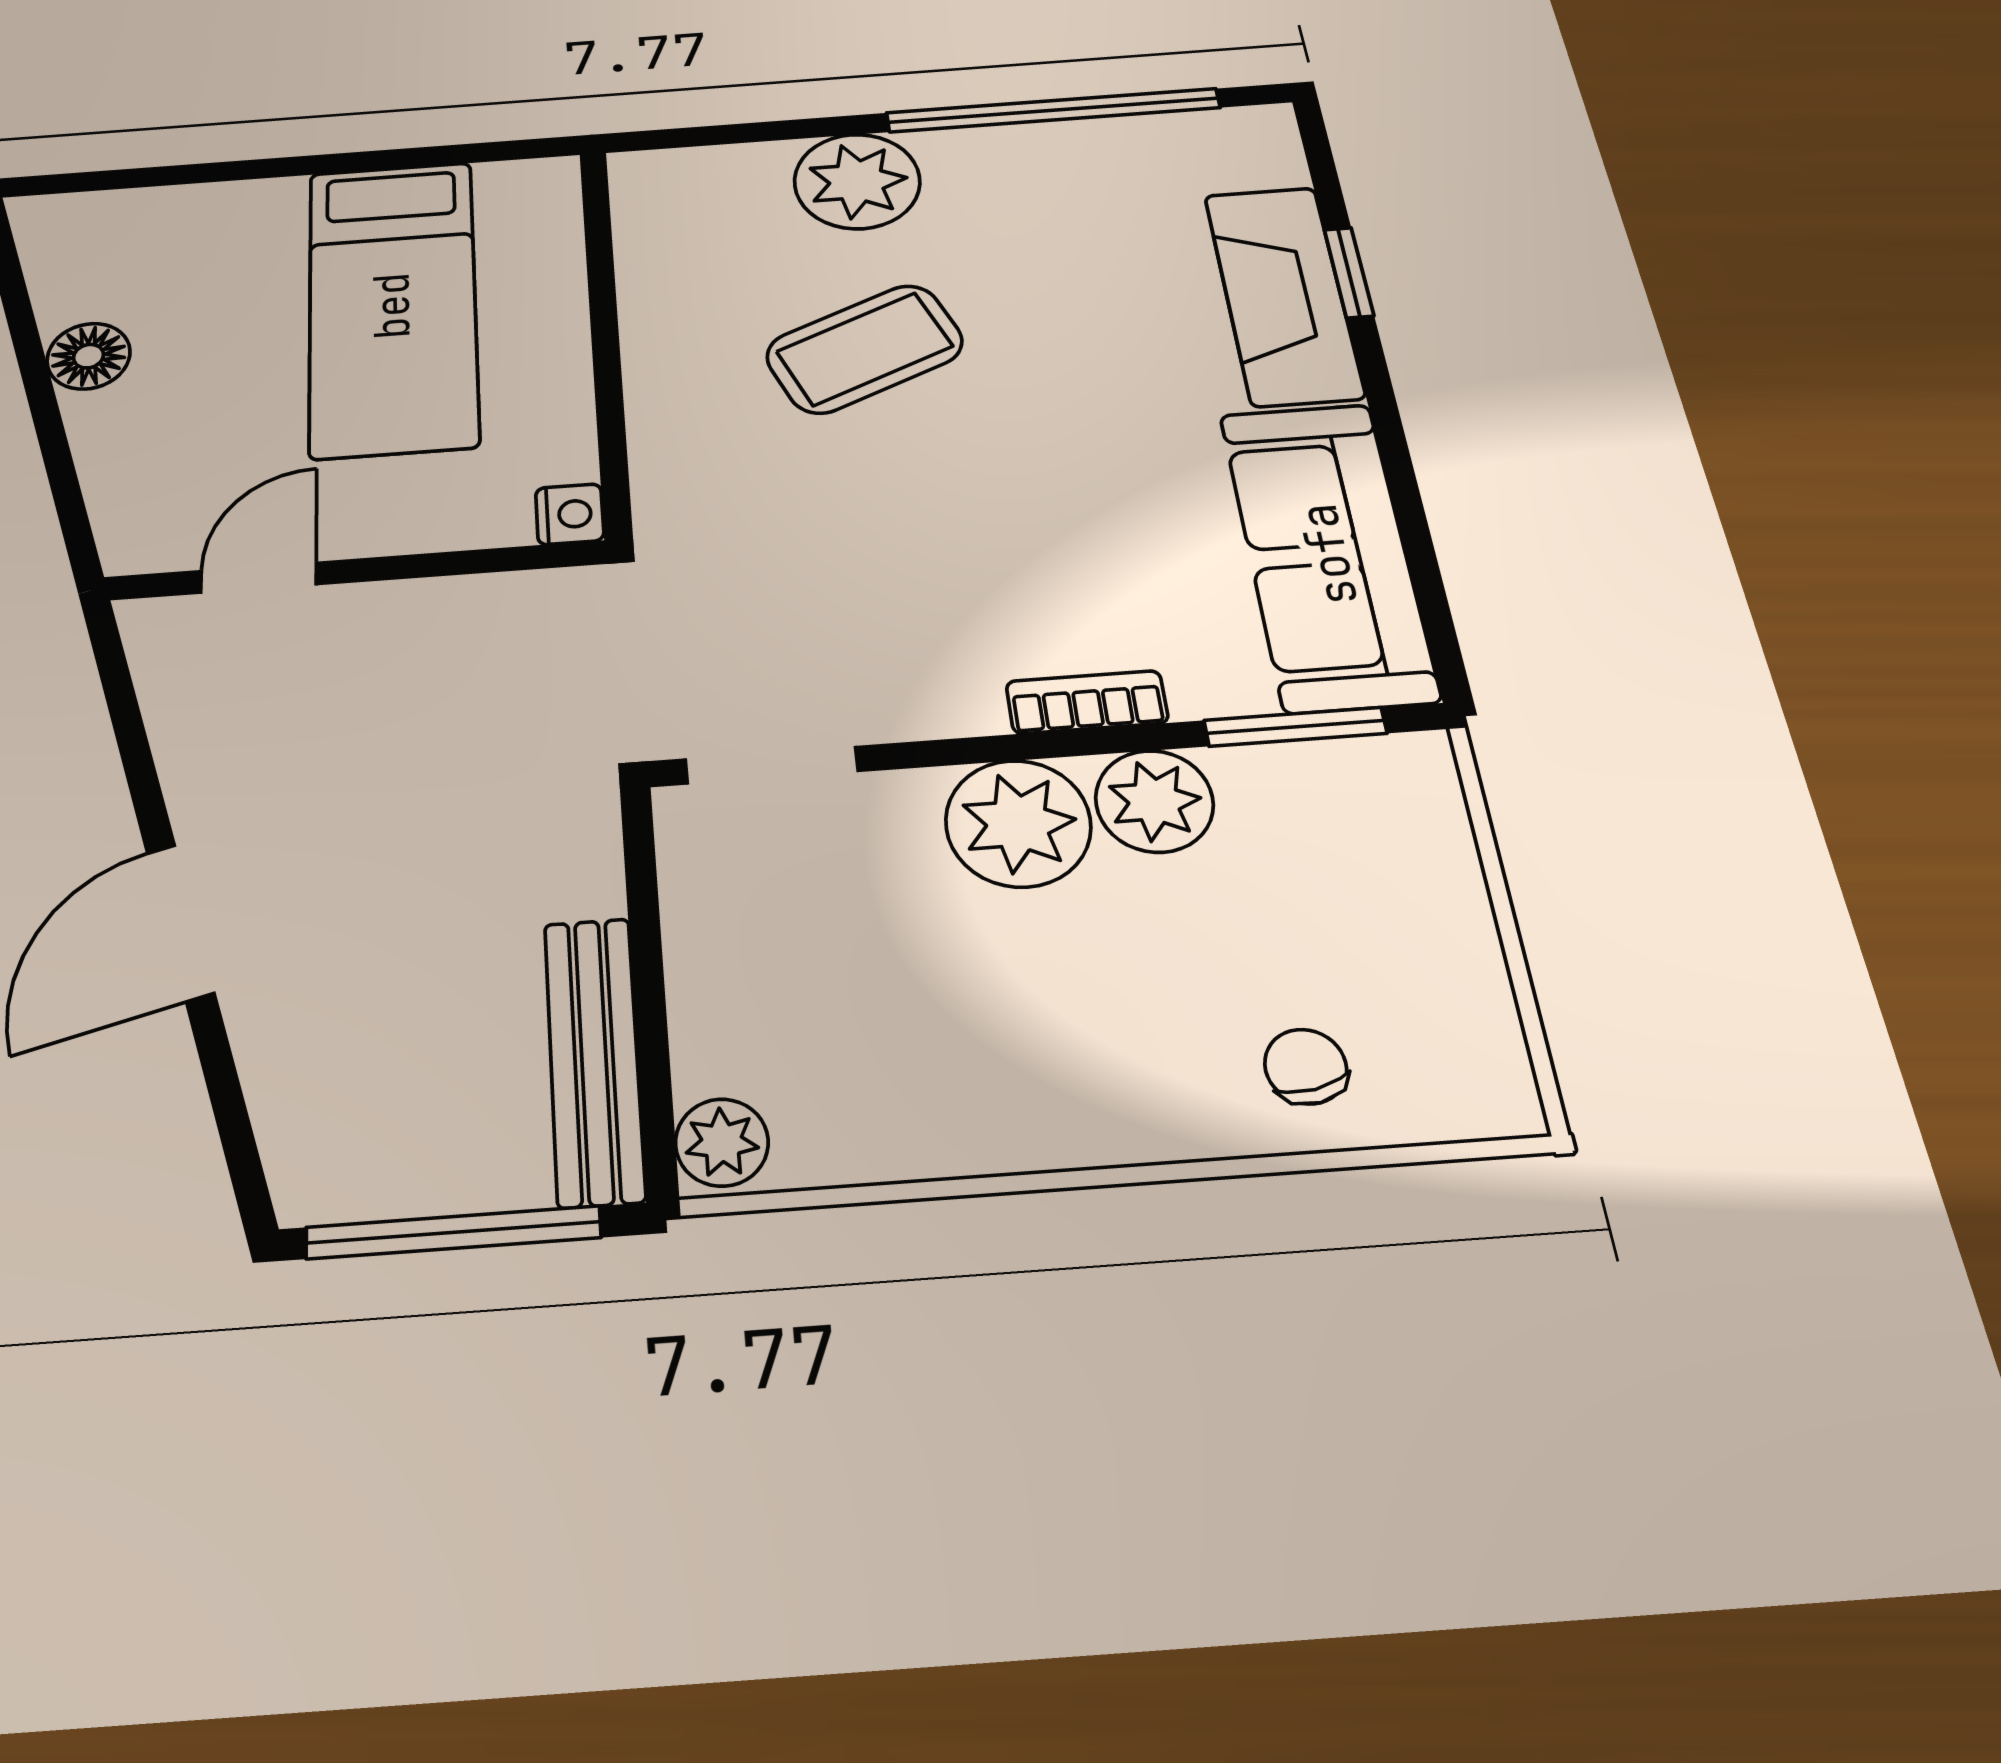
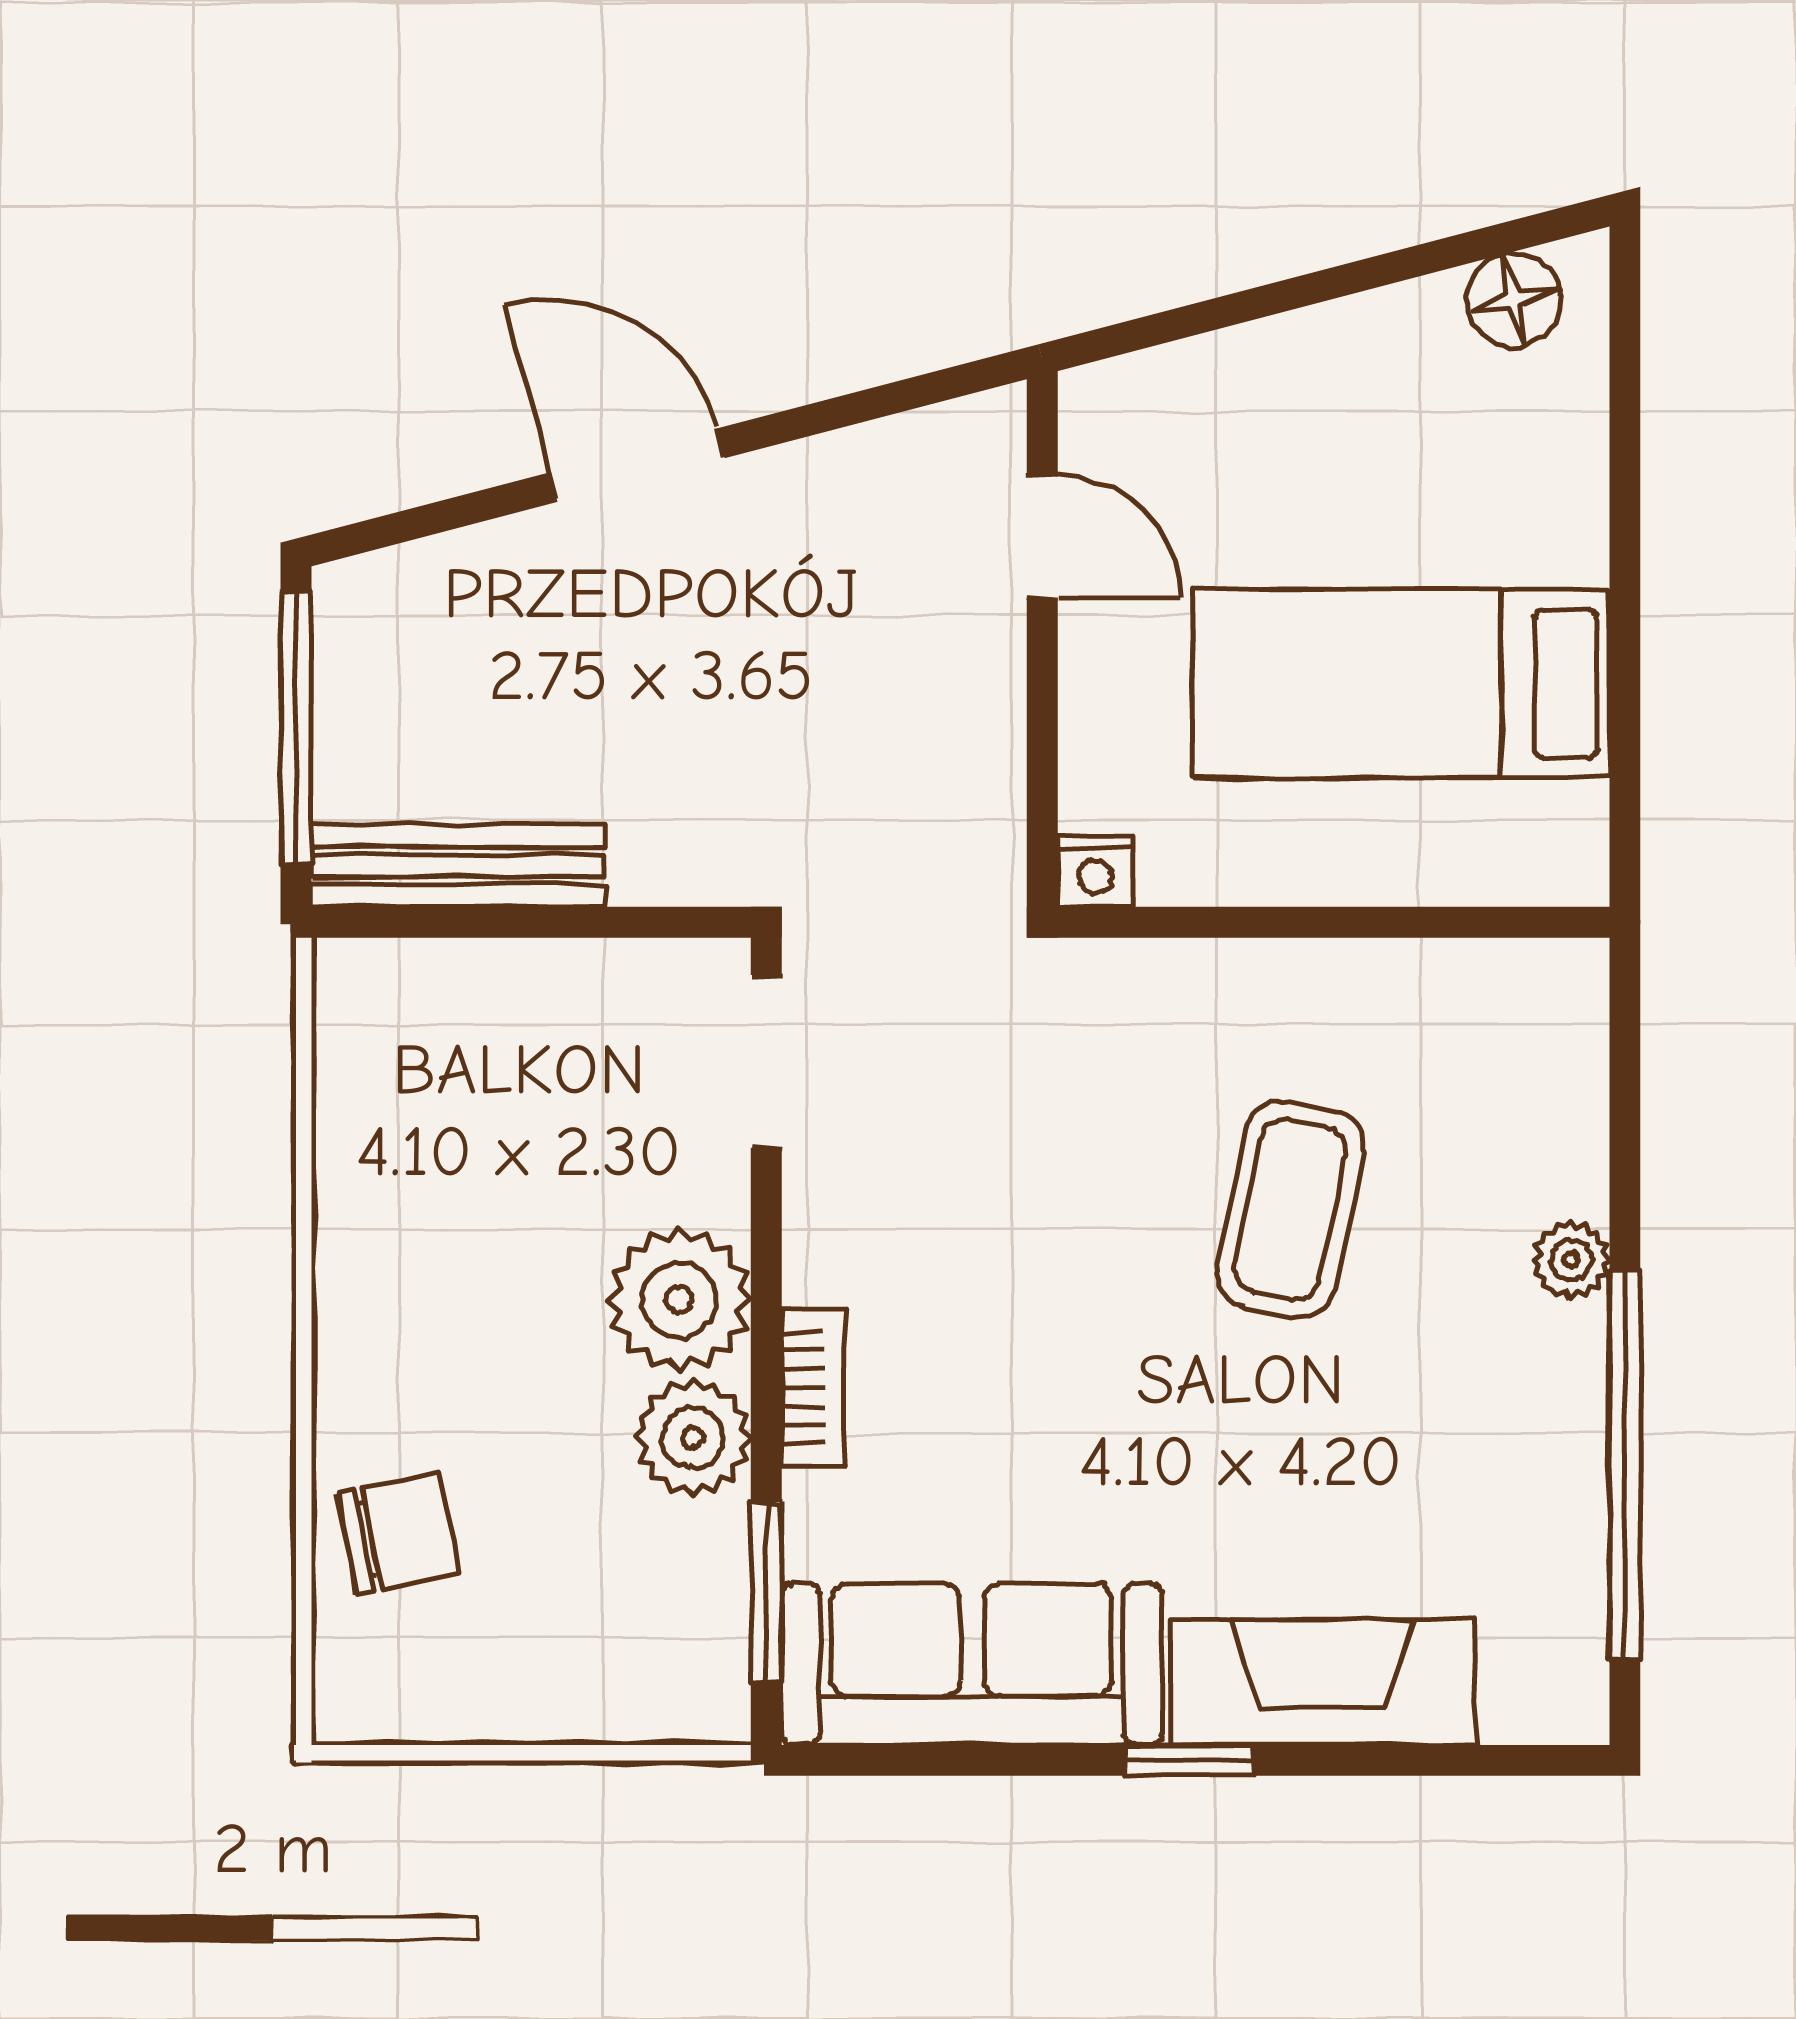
plant: (857, 181) -> (1571, 1260), width x0.53, depth x0.53
window: (1349, 273) -> (1190, 1760), moved
coffee table: (865, 349) -> (1290, 1209), turned 35
floor lamp: (89, 356) -> (1514, 300), moved
chair: (1306, 1067) -> (398, 1534), width x1.37, depth x1.37
plant: (722, 1142) -> (365, 981), removed

